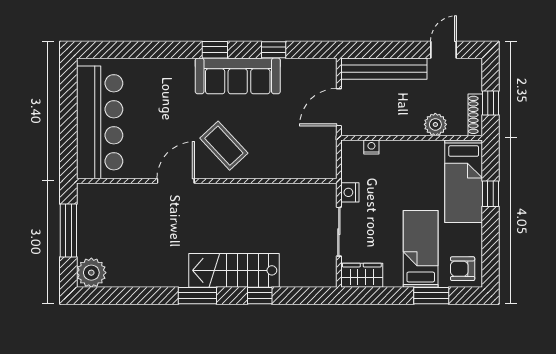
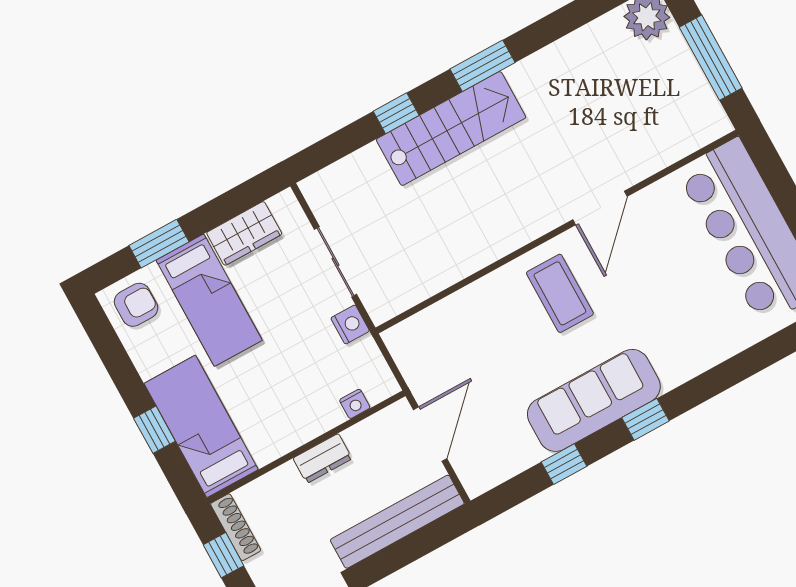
plant: (435, 124) -> (283, 484), removed
dresser: (406, 126) -> (323, 458), added
coffee table: (224, 146) -> (560, 293), turned 43
wardrobe: (362, 275) -> (244, 233), moved

